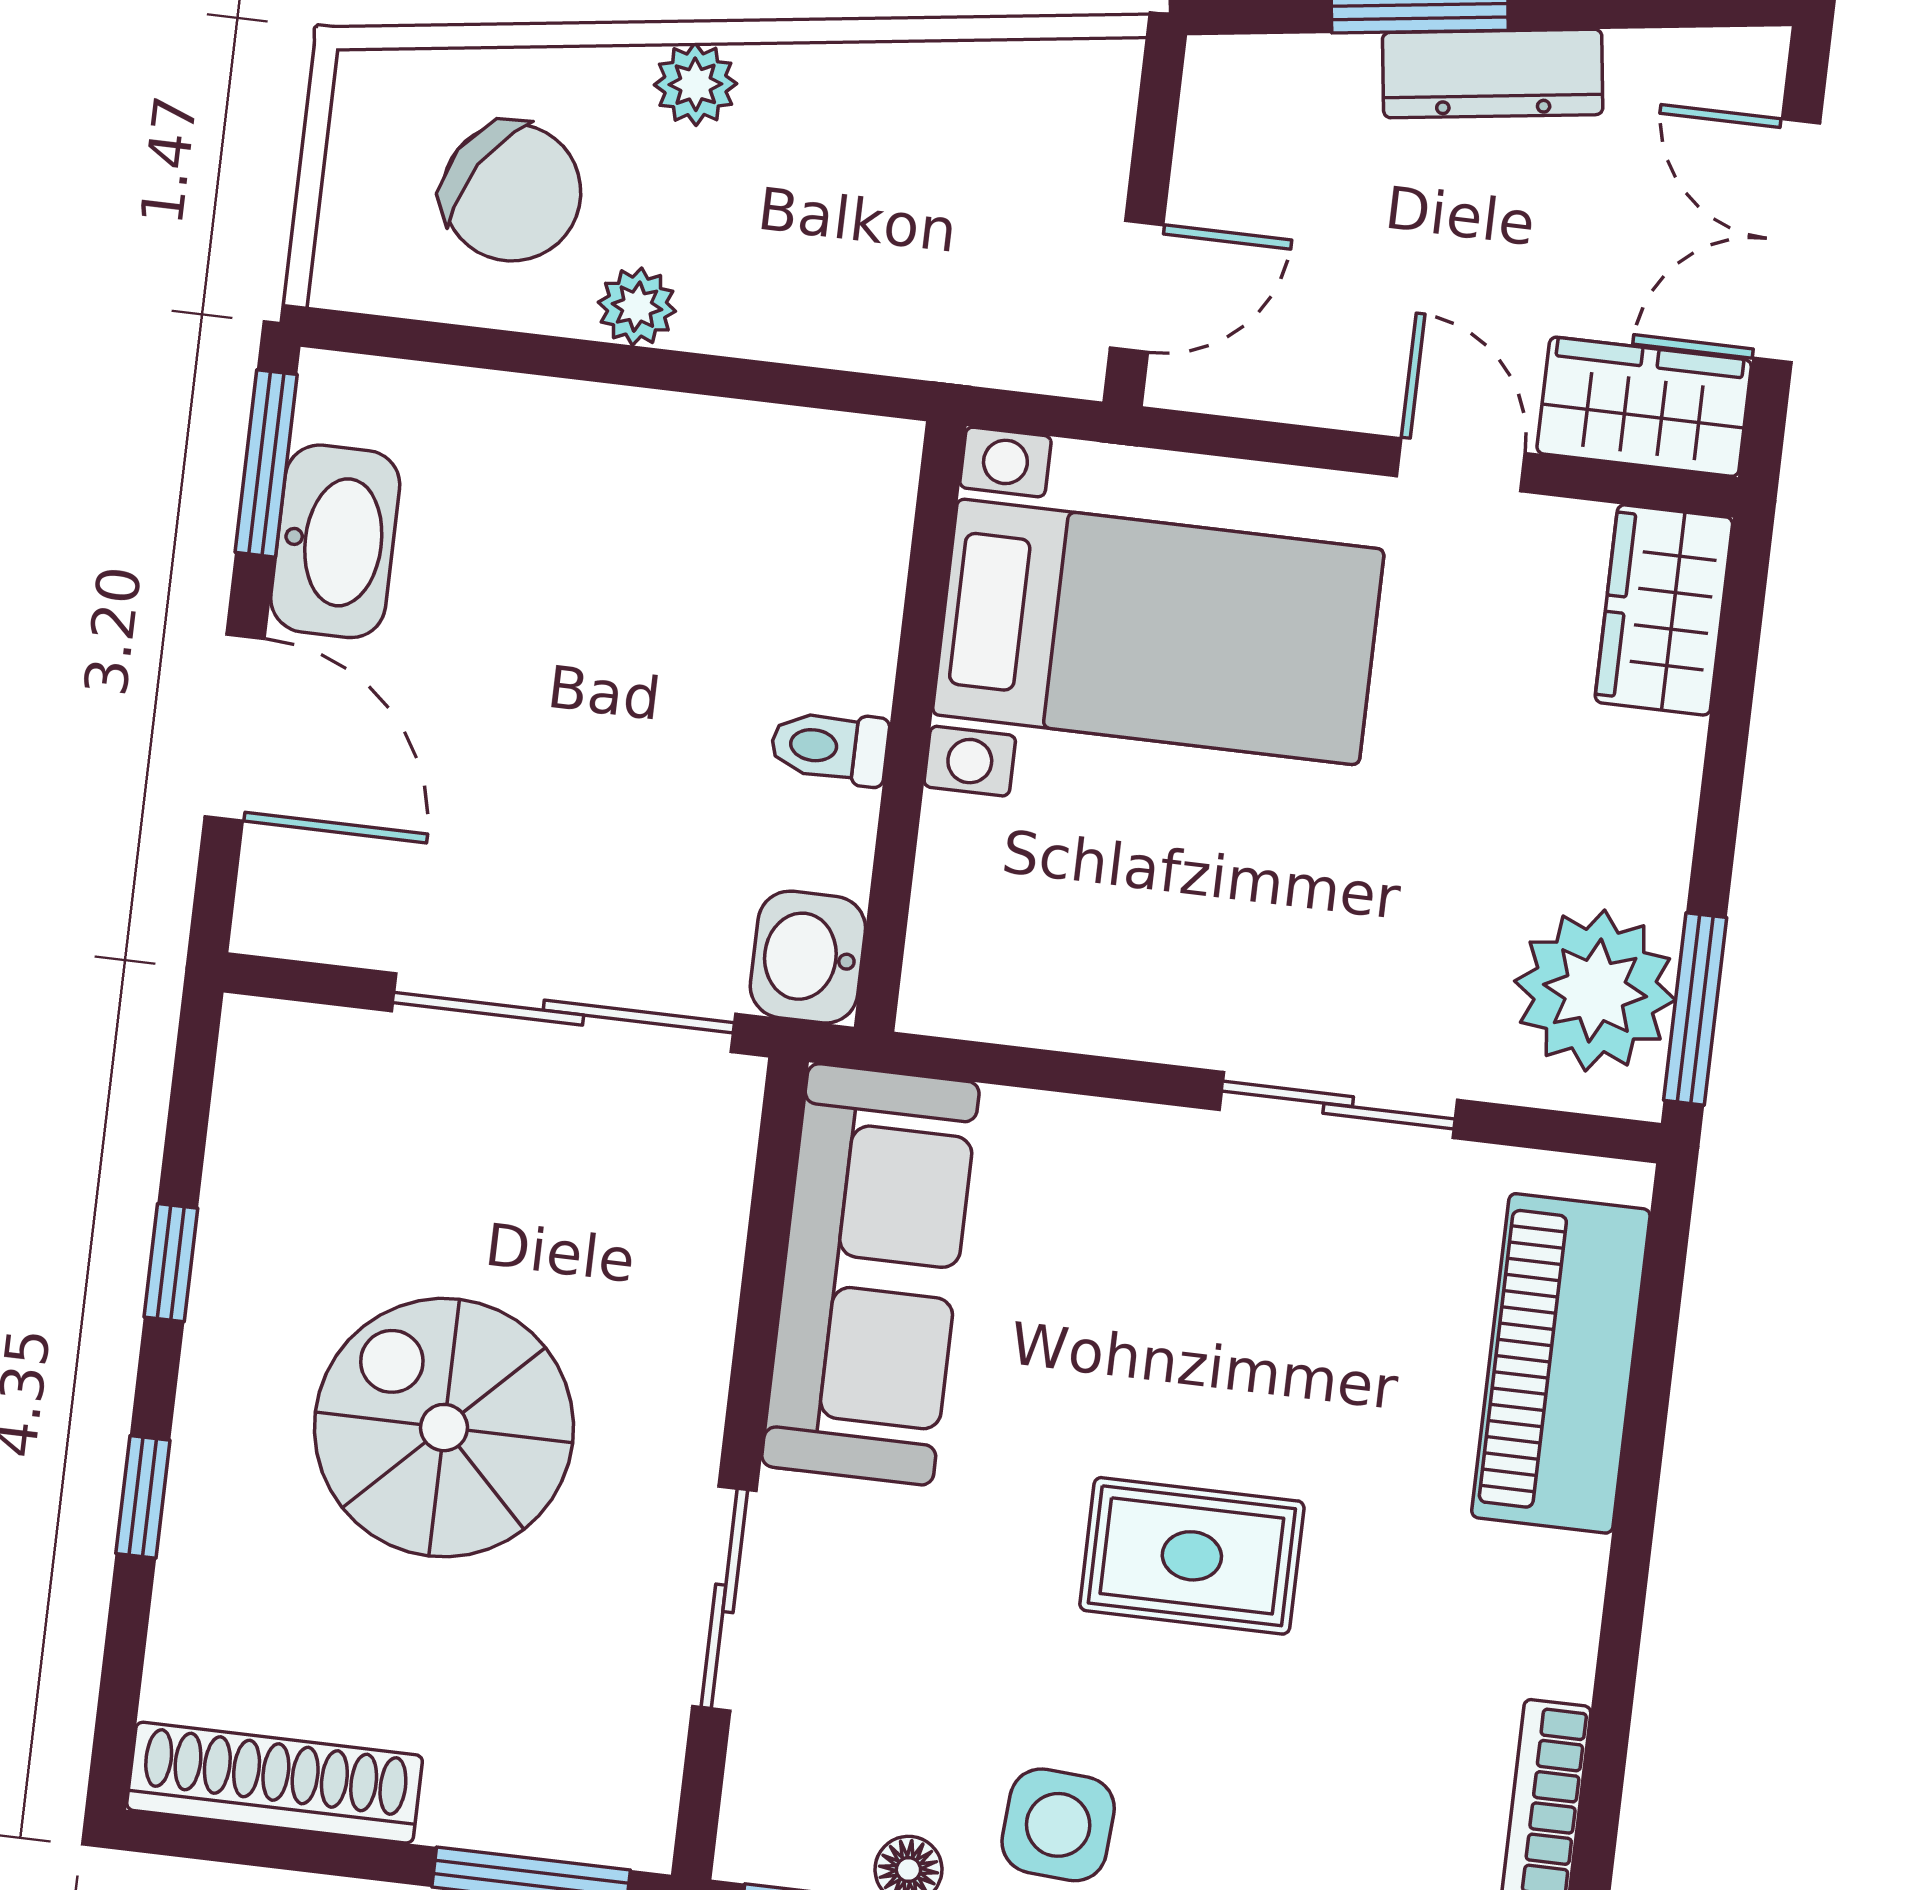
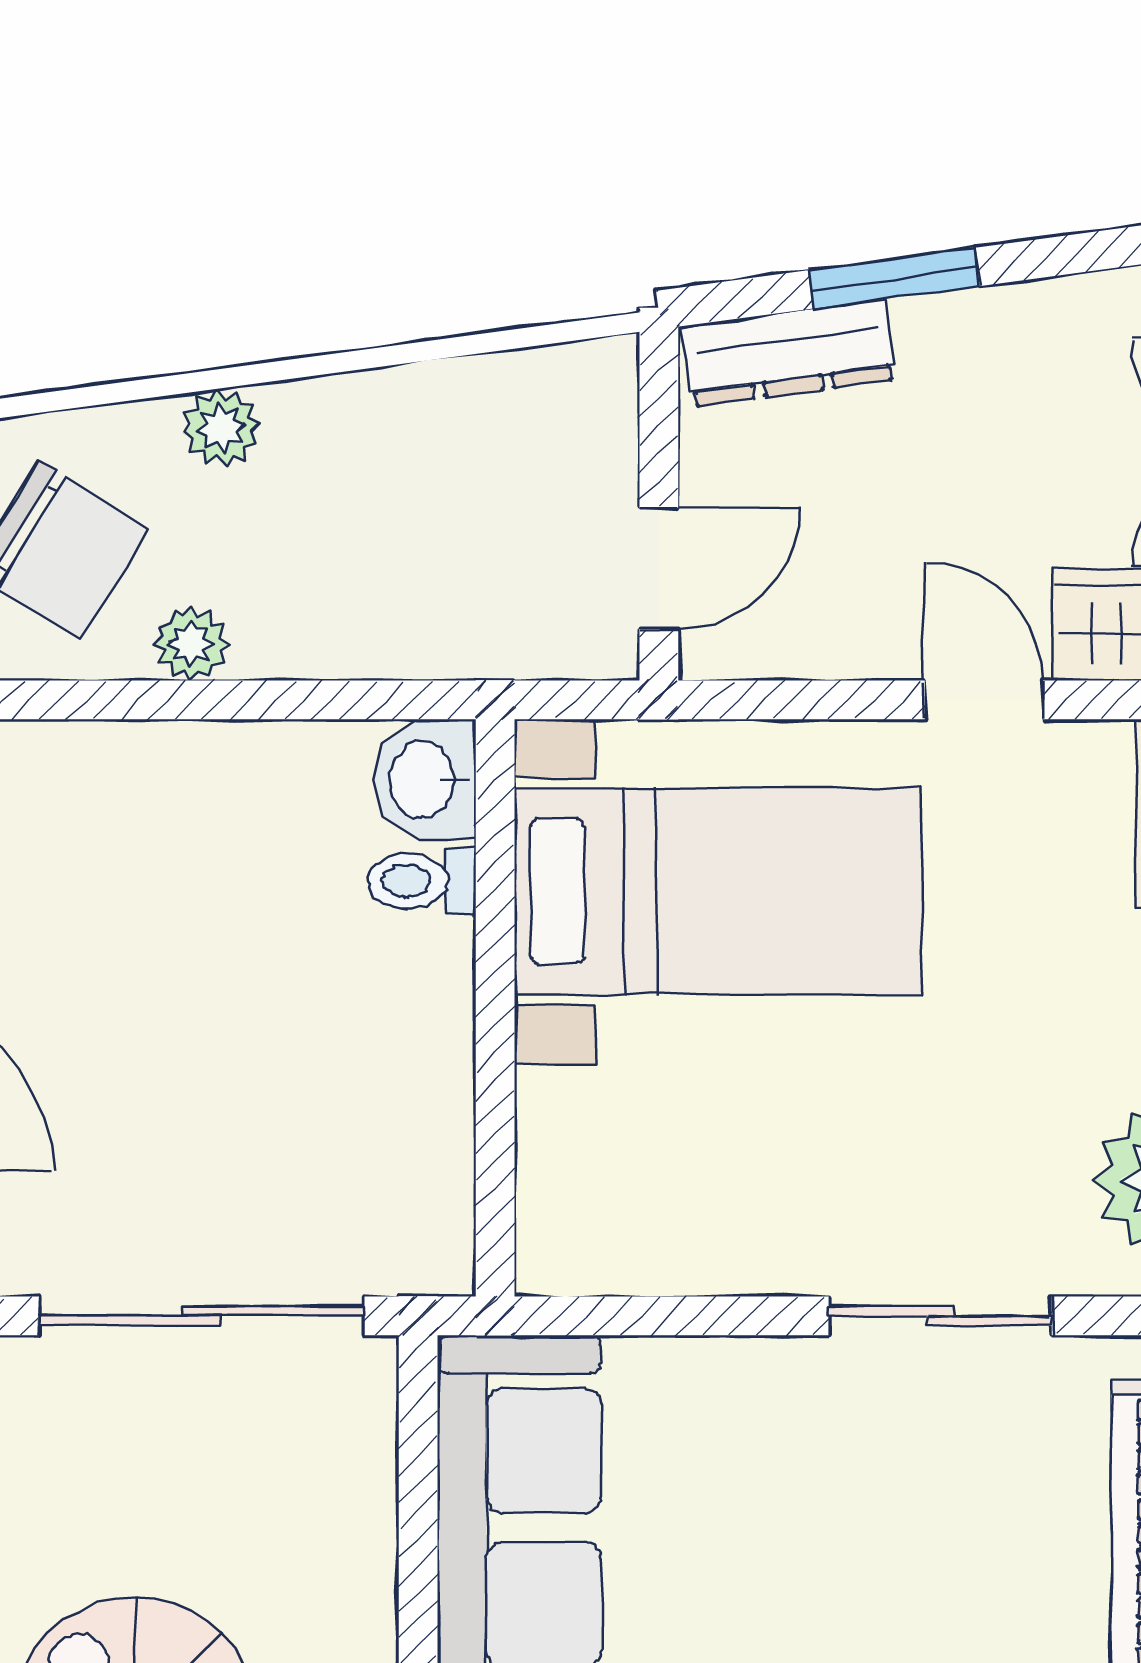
dresser: (1493, 74) -> (789, 353), moved
toilet: (830, 747) -> (422, 881), moved
washbasin: (808, 957) -> (425, 779), moved

